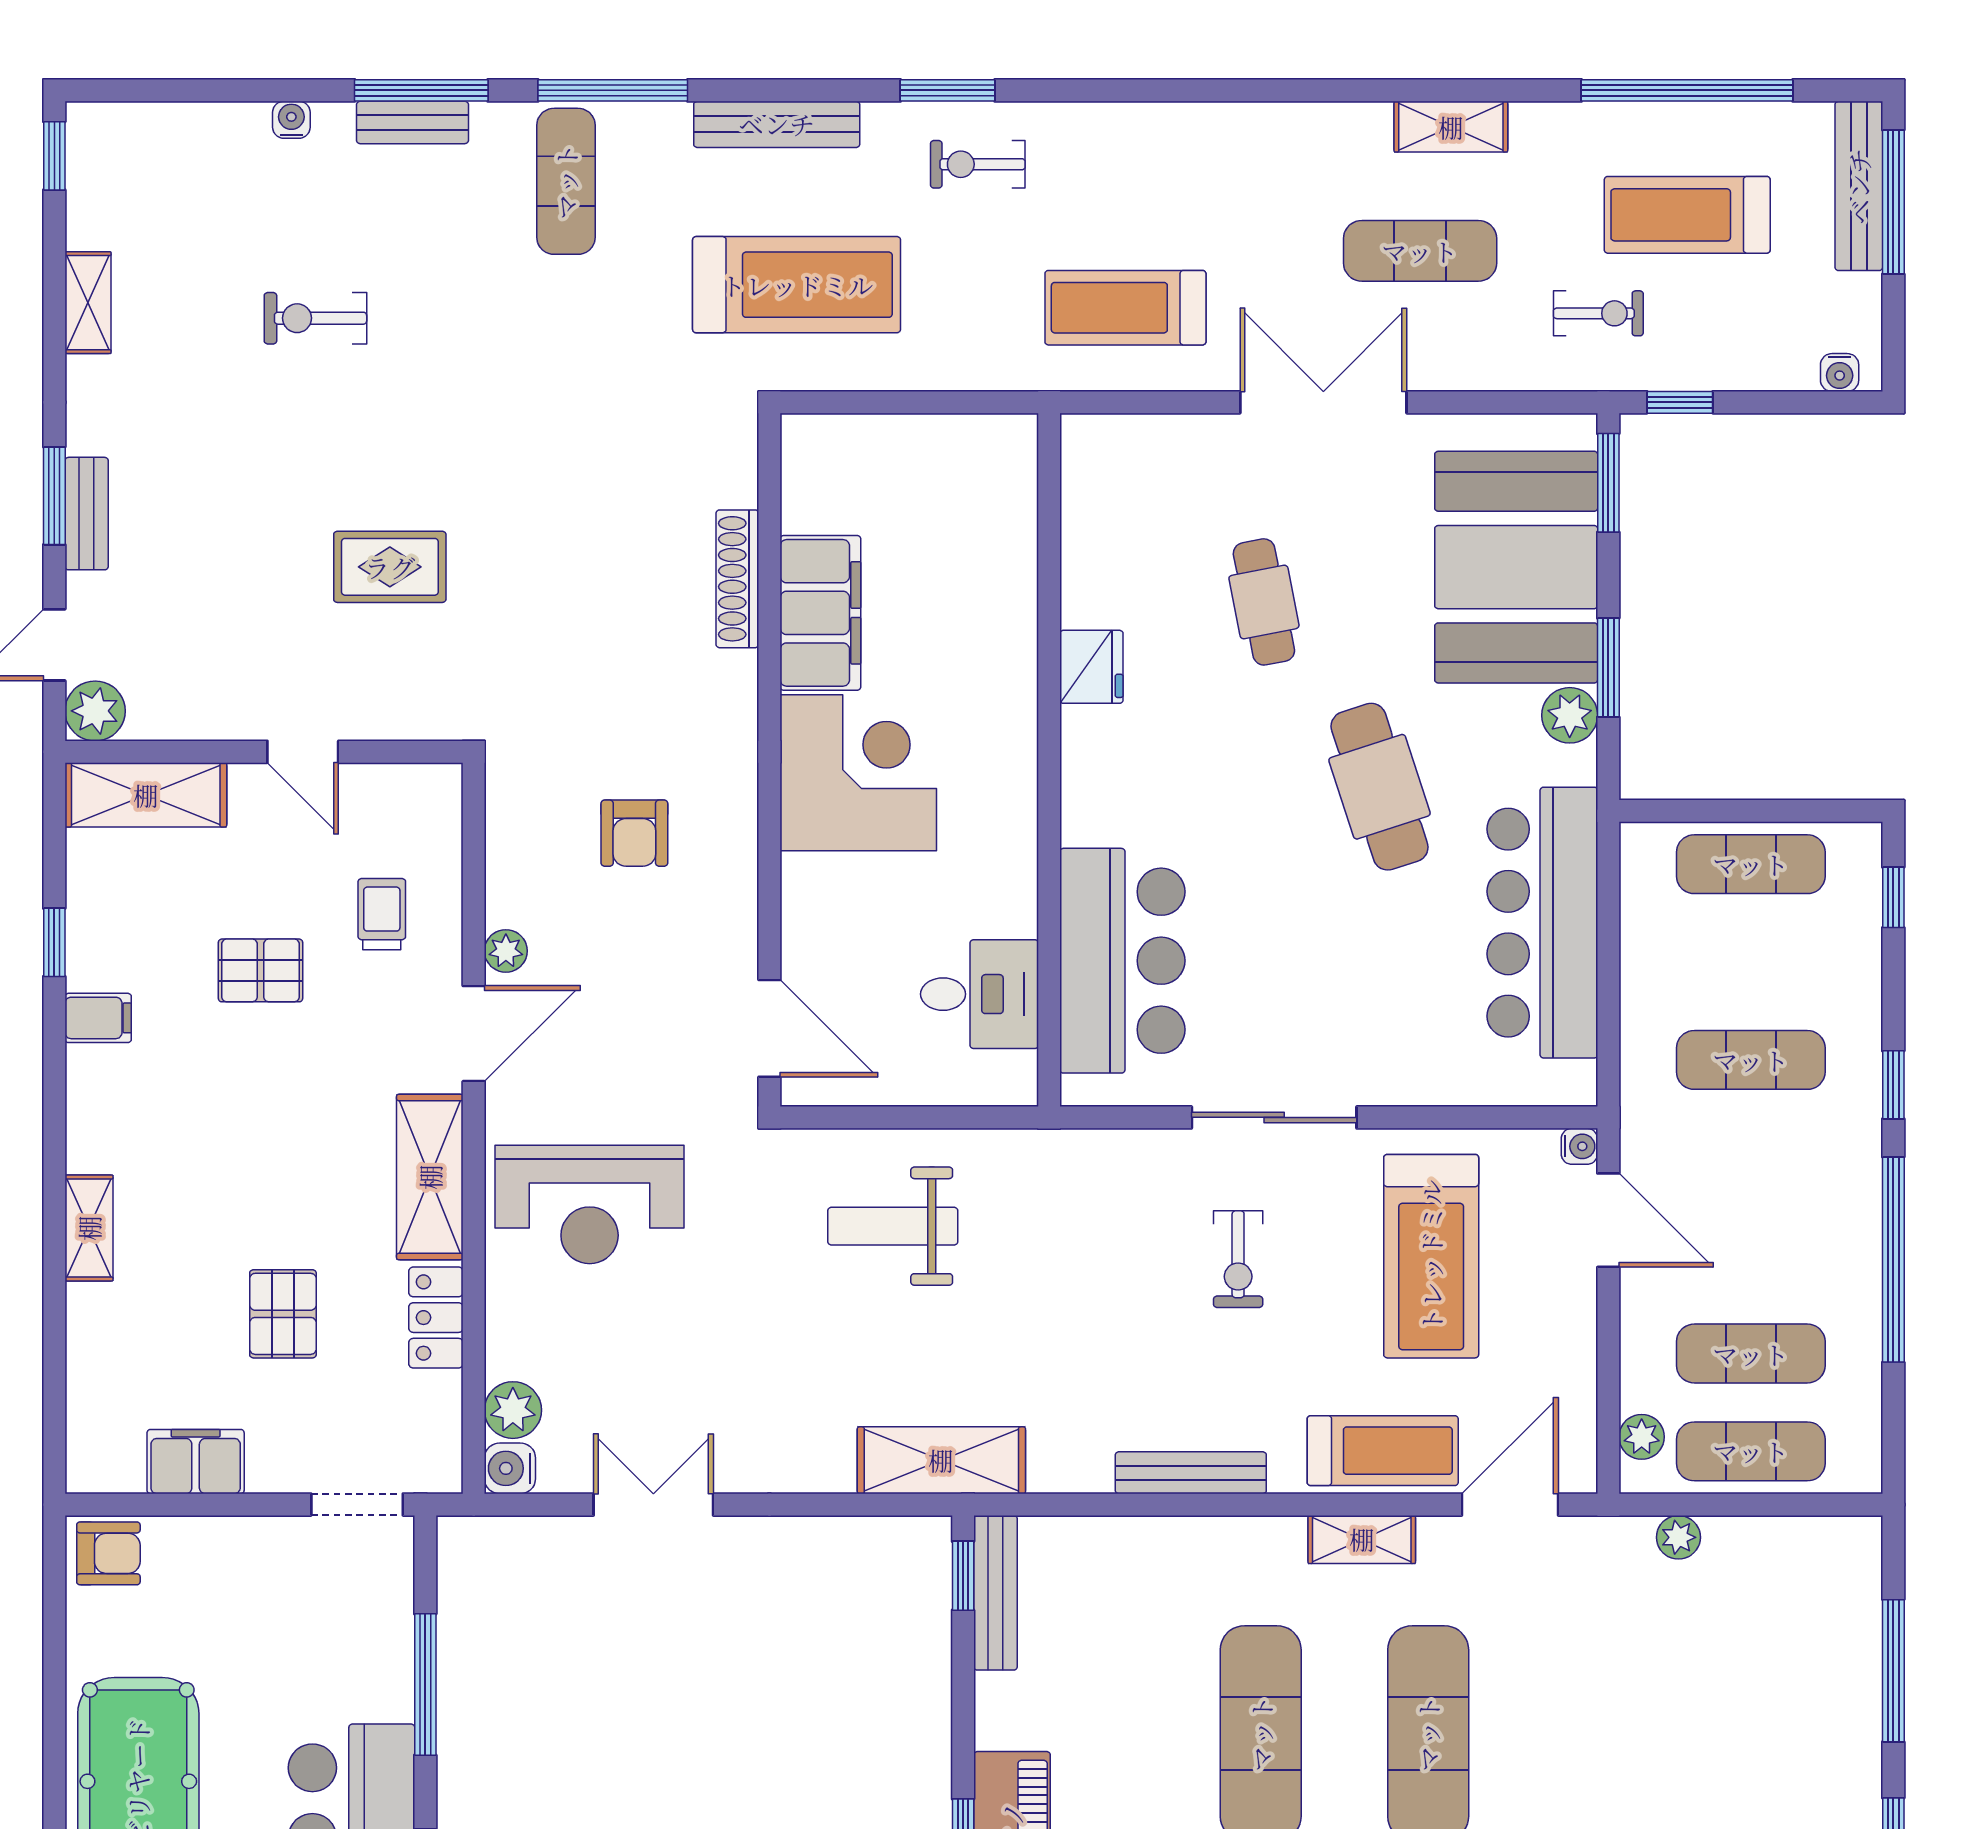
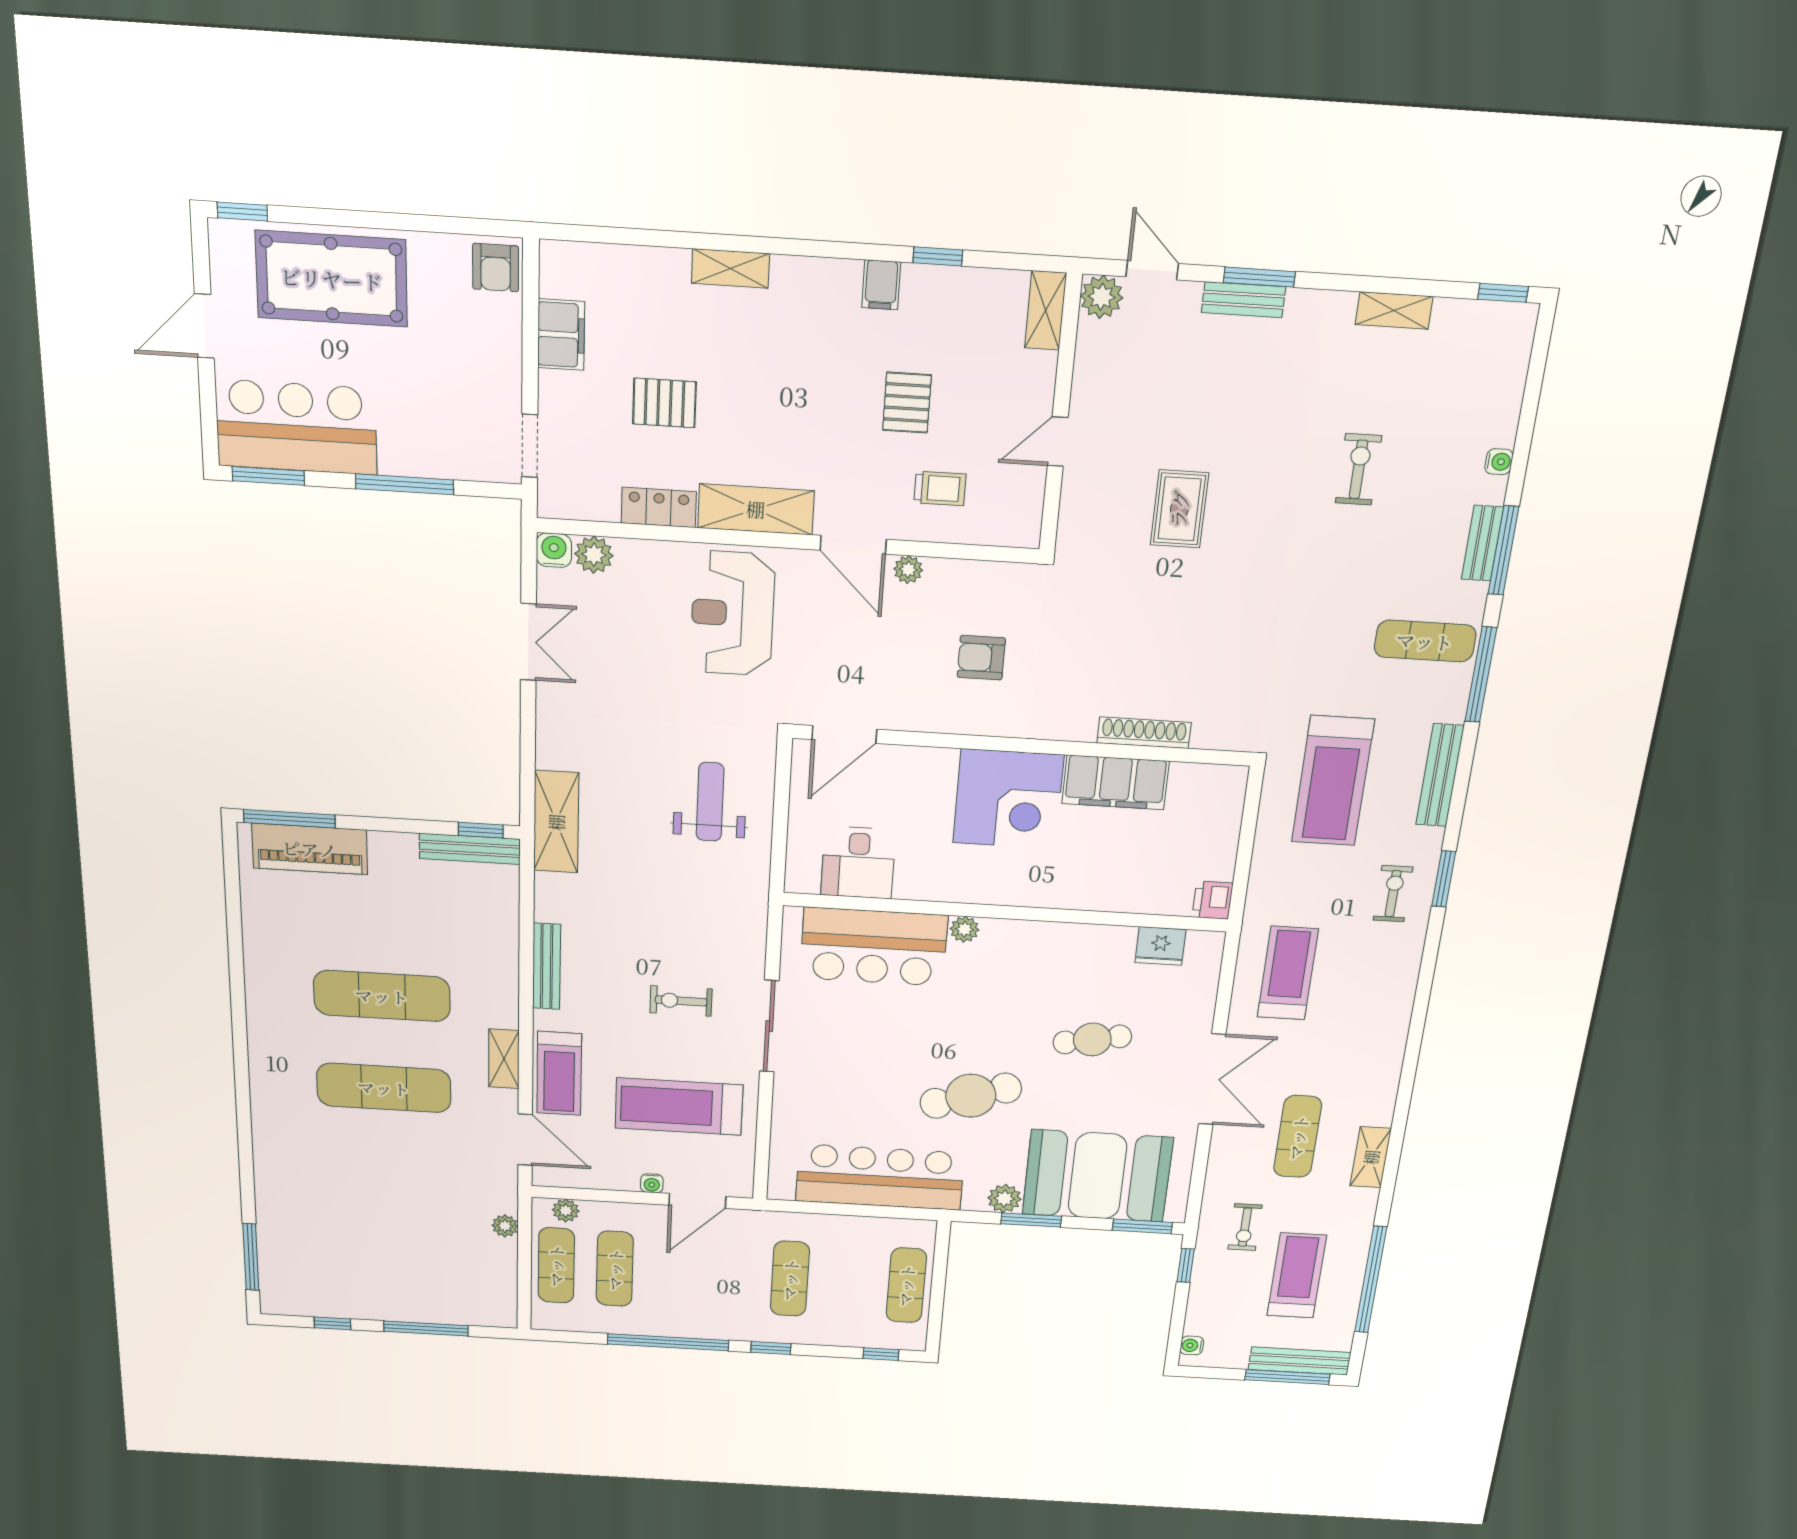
printer: (1007, 441) -> (1213, 900), added
fridge: (1091, 667) -> (1161, 946), moved
shelving: (146, 795) -> (1046, 311), width x0.67, depth x0.75
plant: (1083, 821) -> (965, 929), added
water cooler: (1579, 1146) -> (652, 1183), moved

